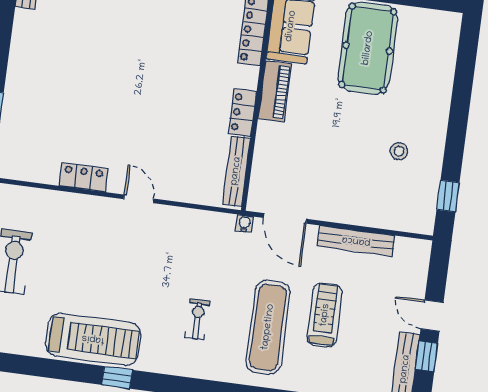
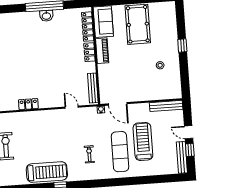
locker: (242, 113) -> (89, 52), moved
window: (448, 196) -> (182, 45), moved
door: (139, 199) -> (72, 107), moved
bench: (356, 241) -> (166, 106), moved
treadmill: (325, 315) -> (143, 141), width x1.37, depth x1.38

